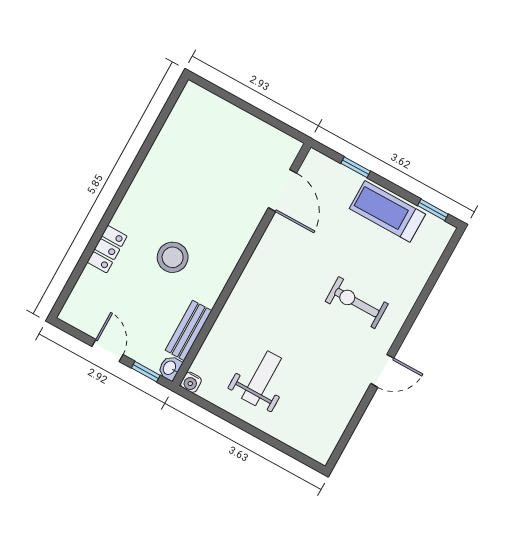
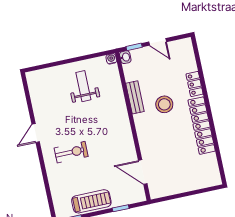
locker: (147, 184) -> (202, 126), added
bench: (188, 330) -> (135, 97), moved
weight bench: (262, 378) -> (83, 86), turned 180

